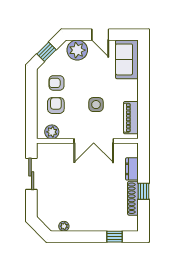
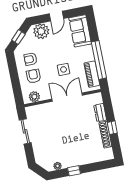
door: (100, 35) -> (56, 16), hinge flipped
window: (144, 101) -> (99, 60), added
double door: (94, 141) -> (67, 97), swing flipped
window: (114, 237) -> (74, 171), moved

